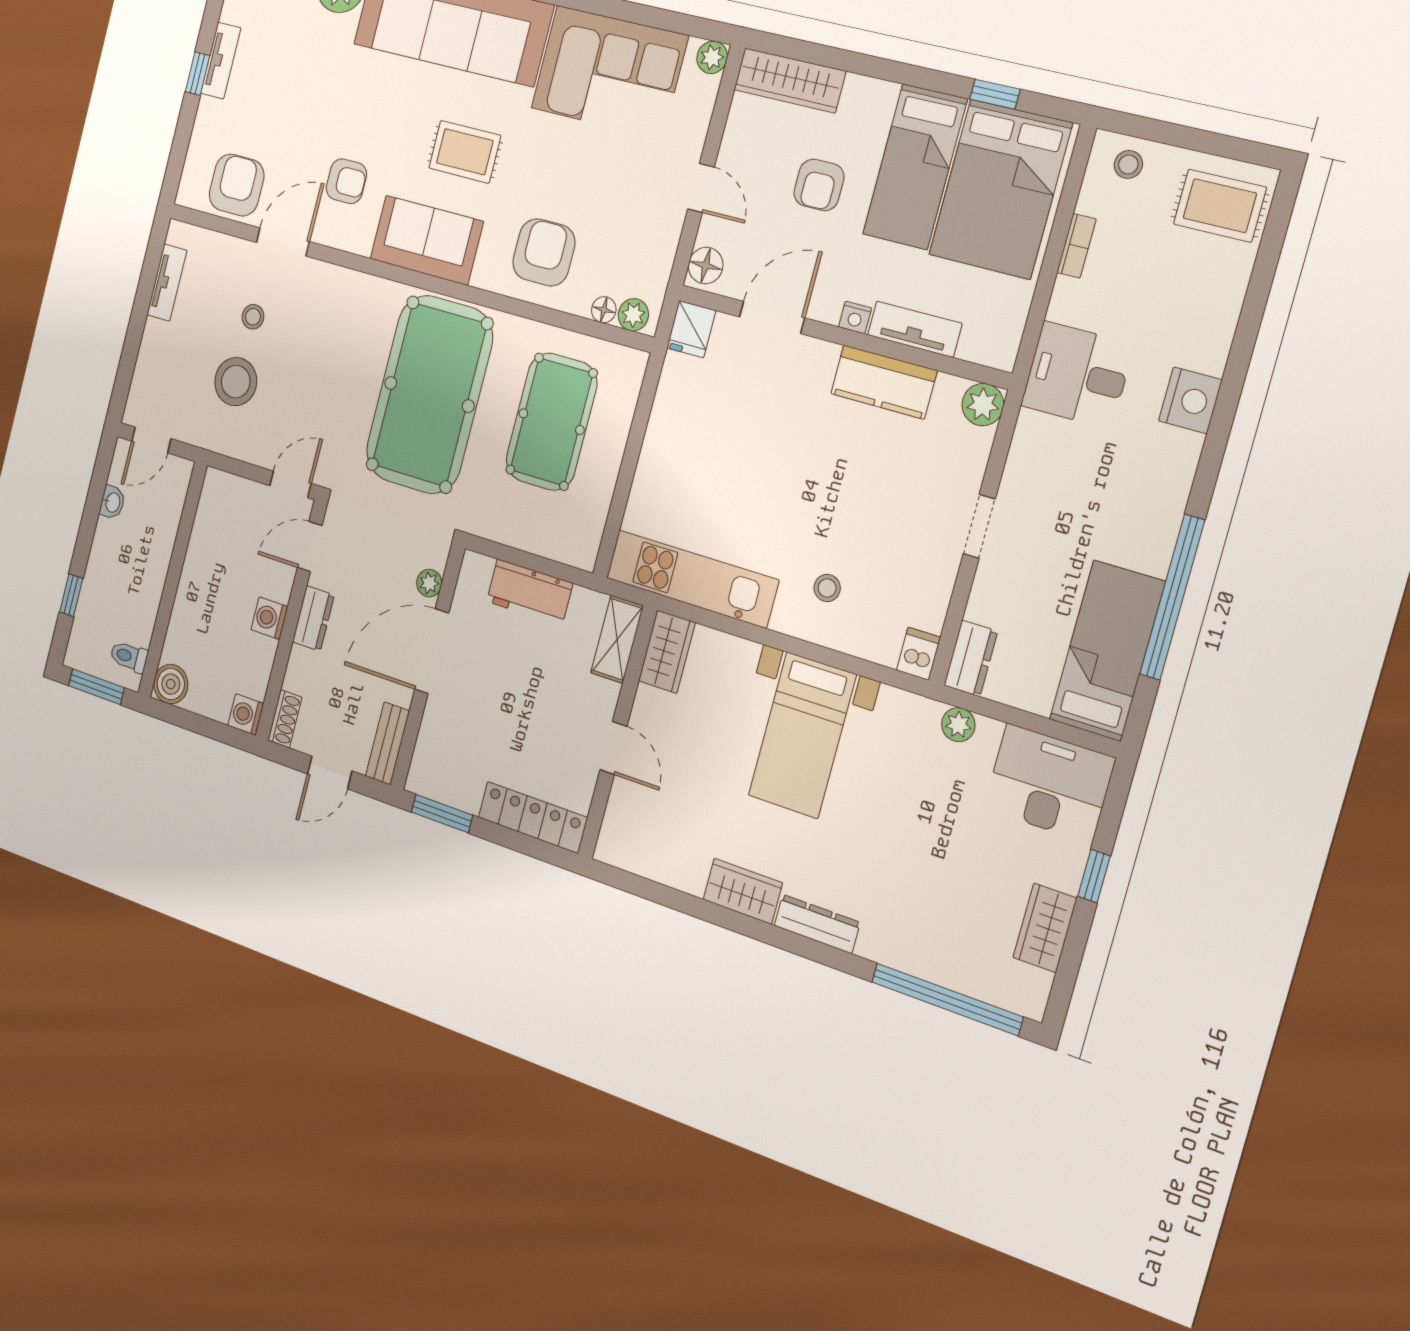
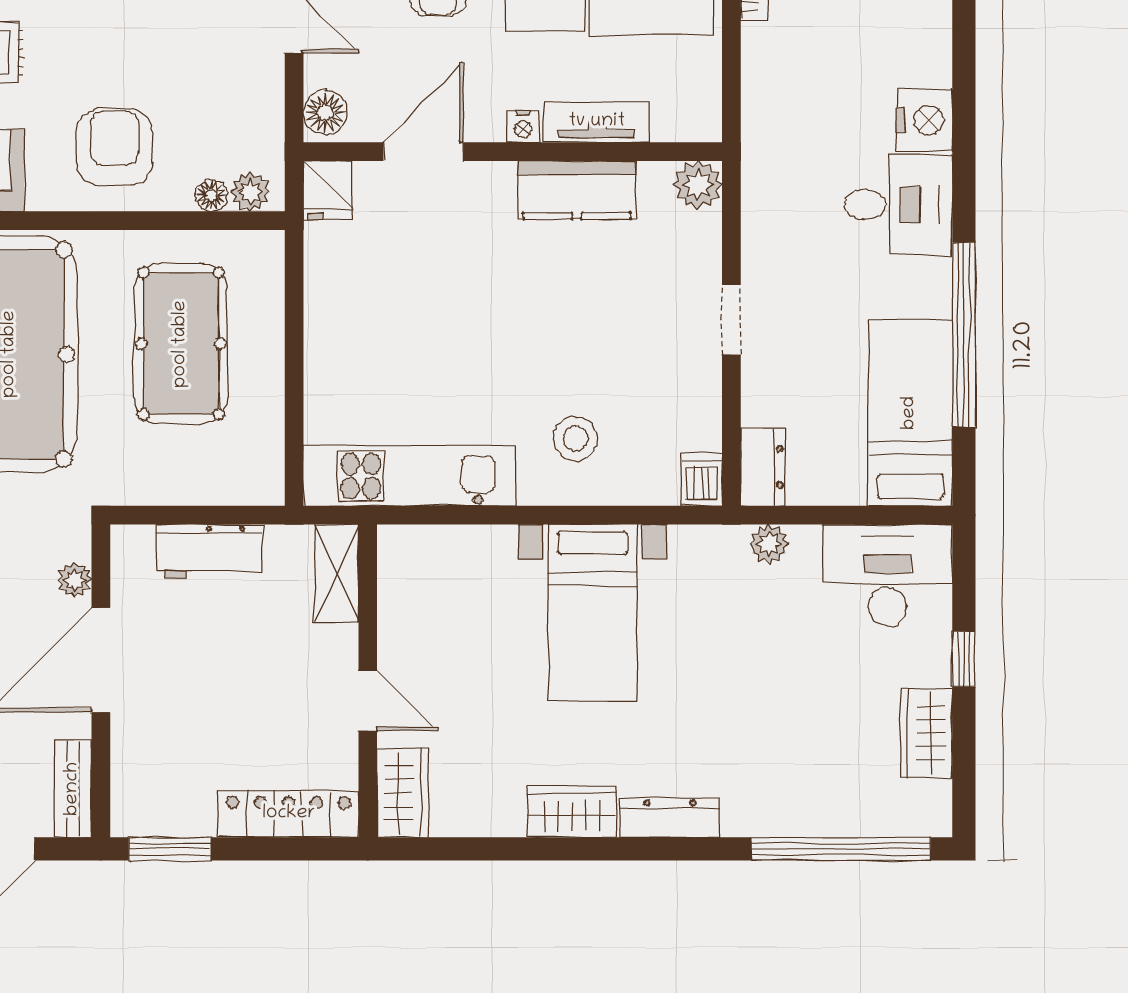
desk: (1077, 375) -> (898, 205), moved, turned 180
stool: (827, 588) -> (576, 439), width x1.37, depth x1.37
wardrobe: (667, 652) -> (403, 793), moved

